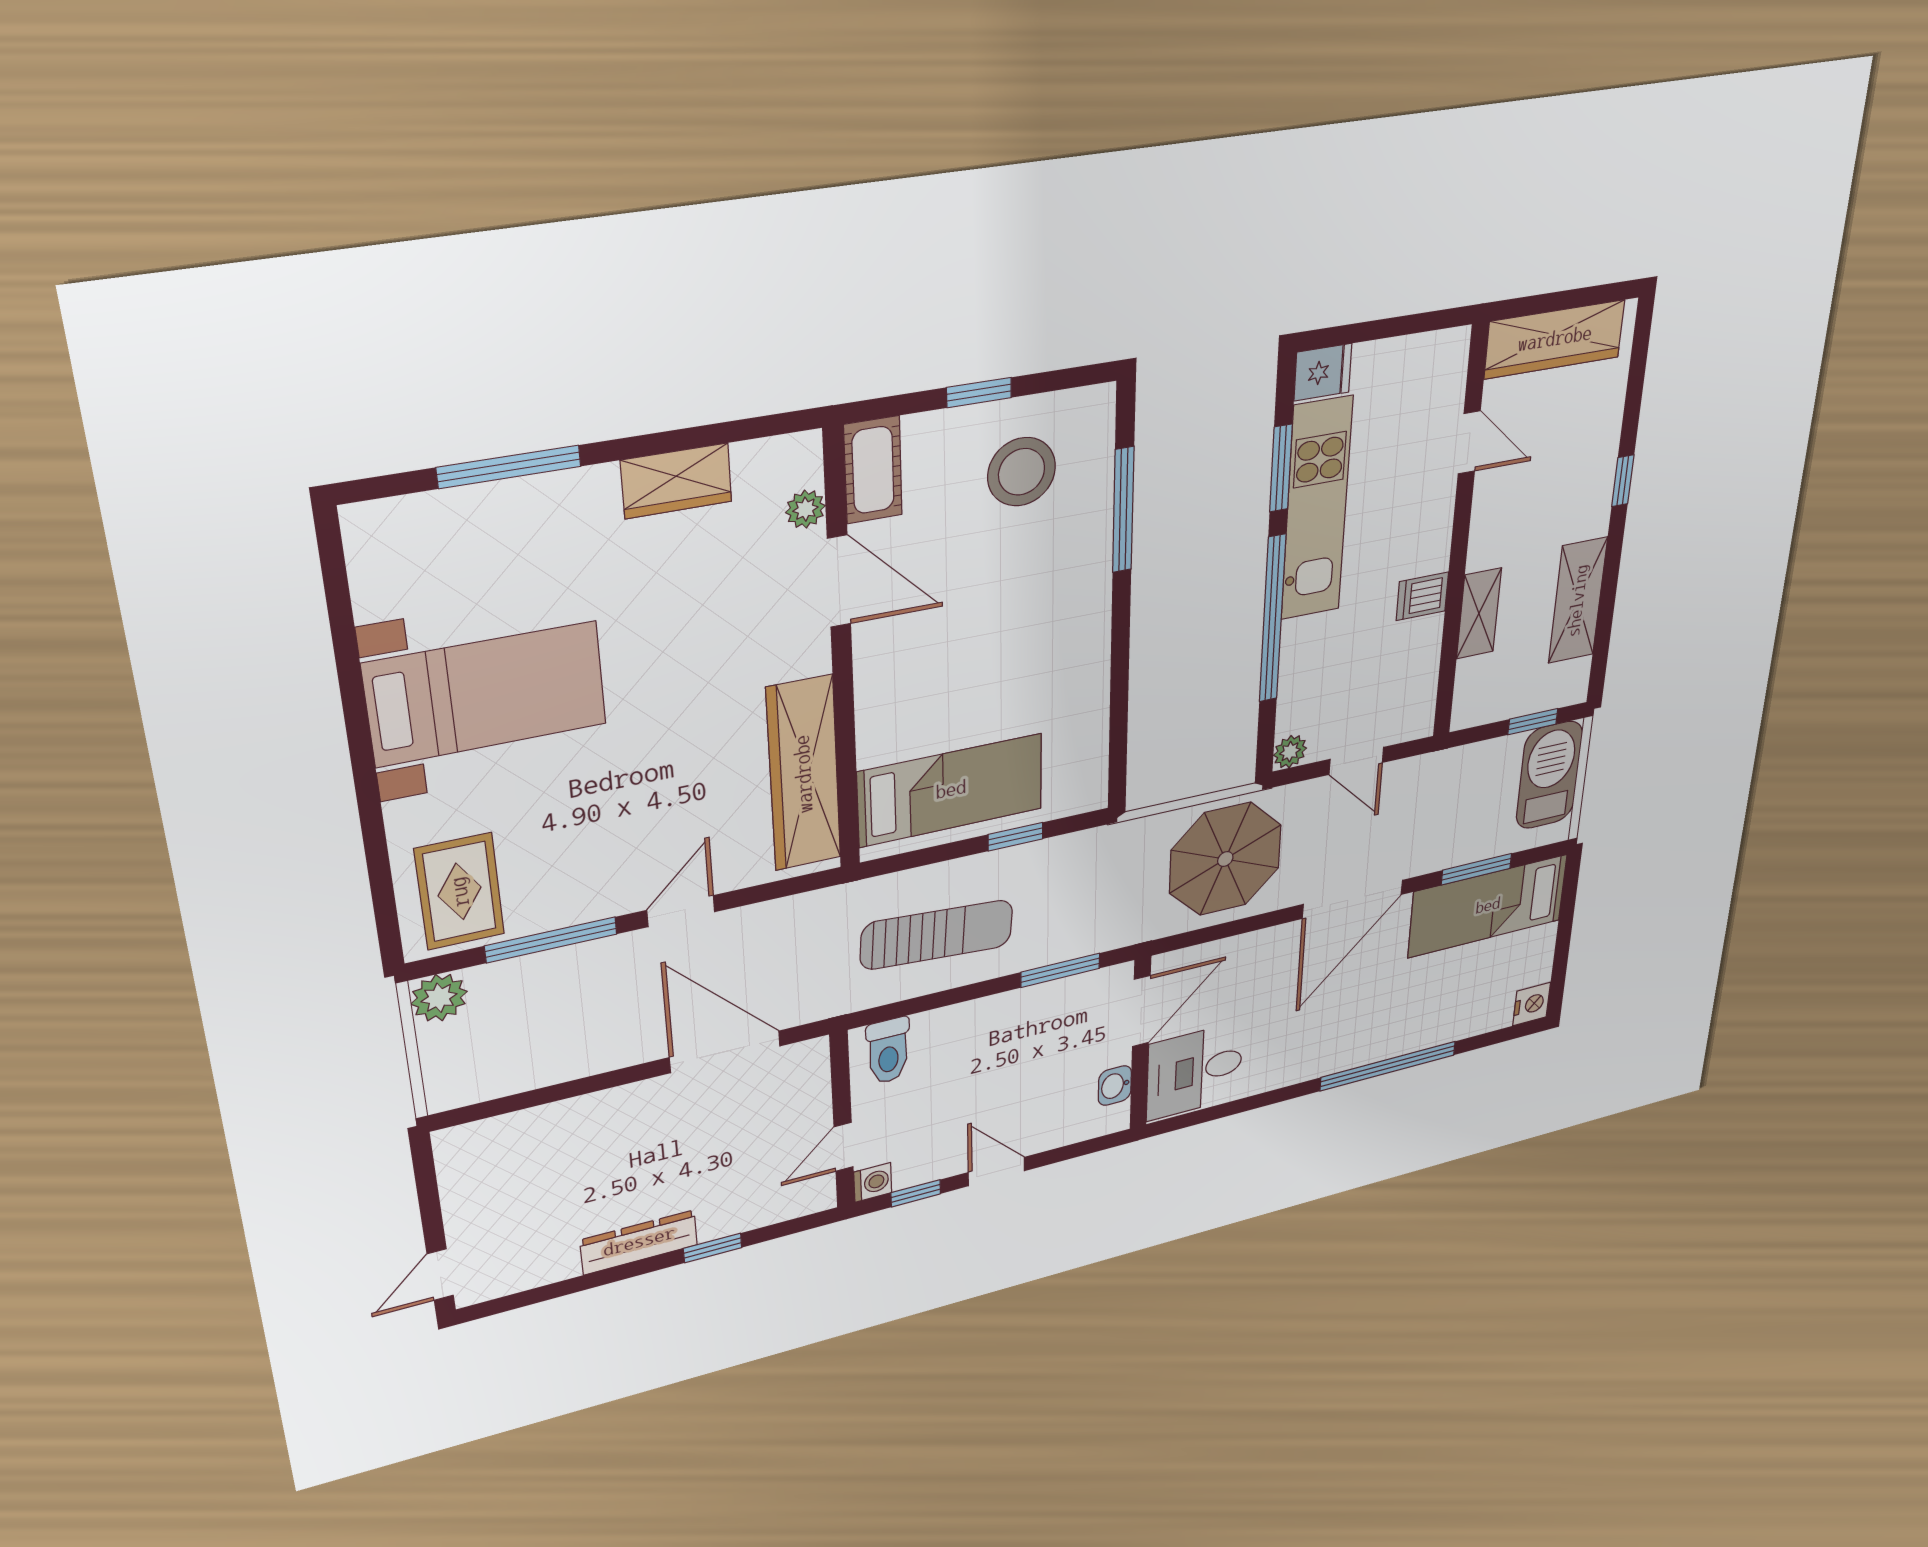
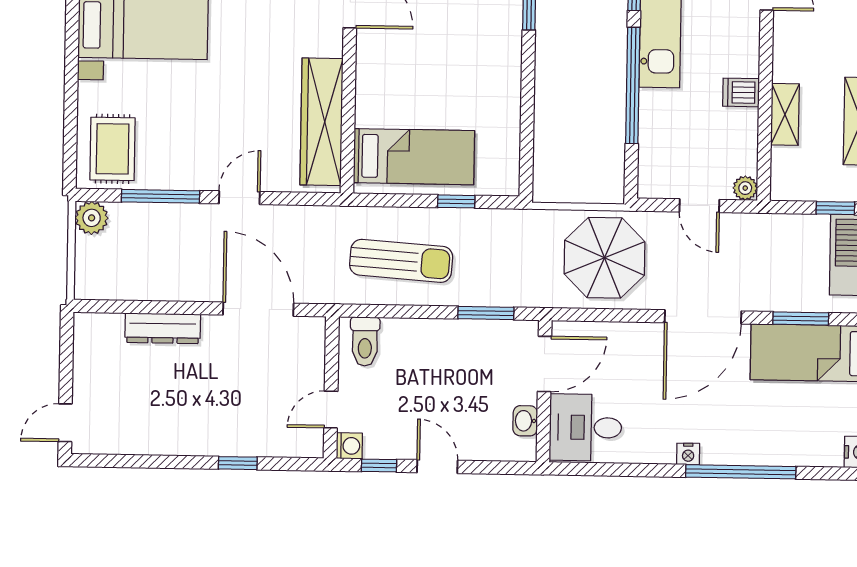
plant: (1290, 752) -> (745, 188), moved
nightstand: (1324, 1065) -> (688, 454), added
dresser: (639, 1242) -> (163, 328), moved, turned 180

